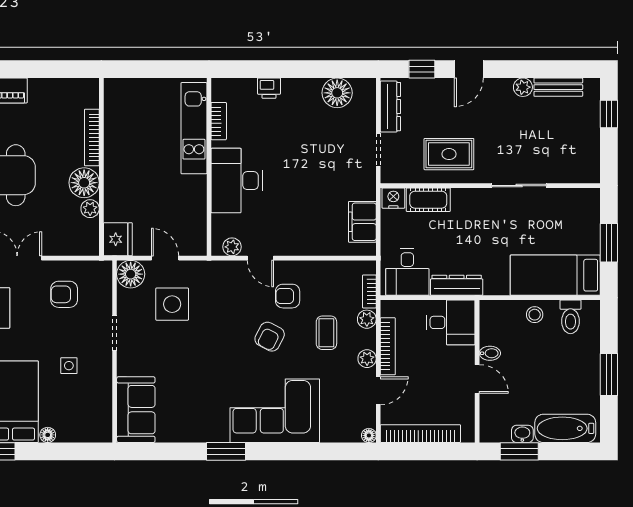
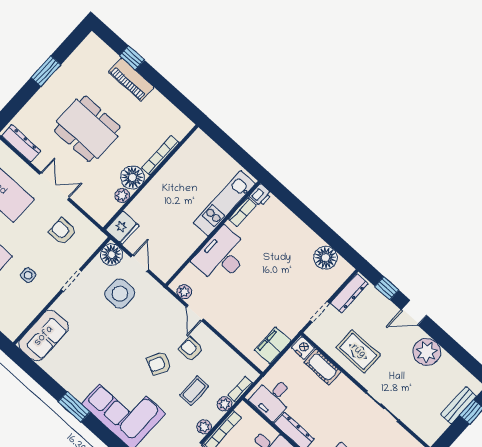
plant: (523, 87) -> (427, 352), width x1.87, depth x1.87
bench: (558, 87) -> (459, 405), moved, turned 90
printer: (269, 88) -> (261, 195), moved, turned -90

